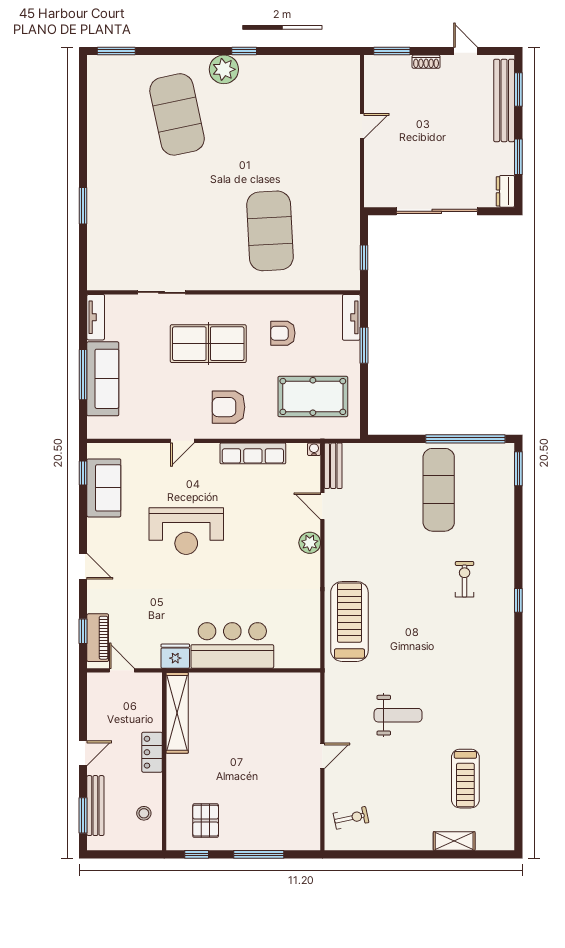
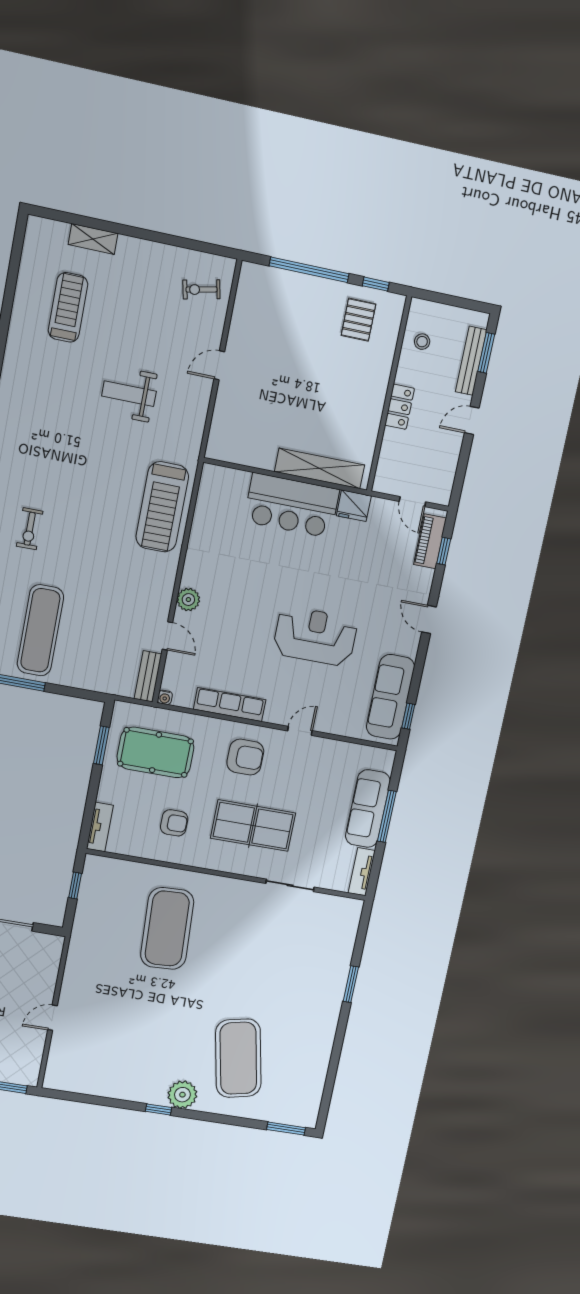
window: (364, 345) -> (101, 745), moved
sofa: (104, 488) -> (390, 697), width x1.36
shelving: (177, 713) -> (320, 468), moved, turned 90
window: (259, 854) -> (309, 270), width x1.46

